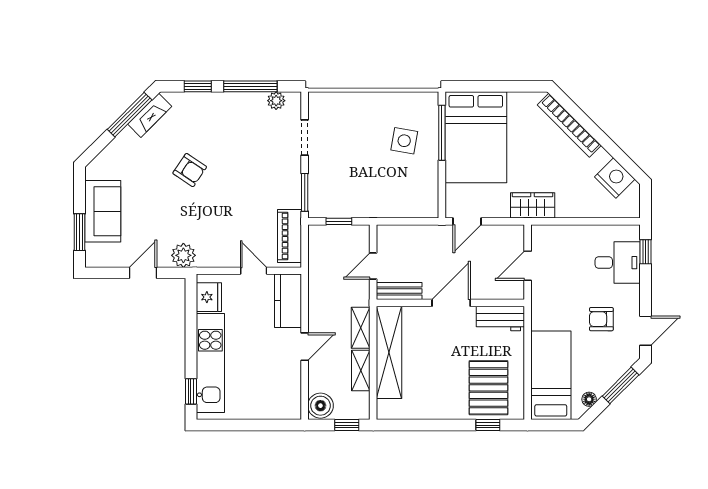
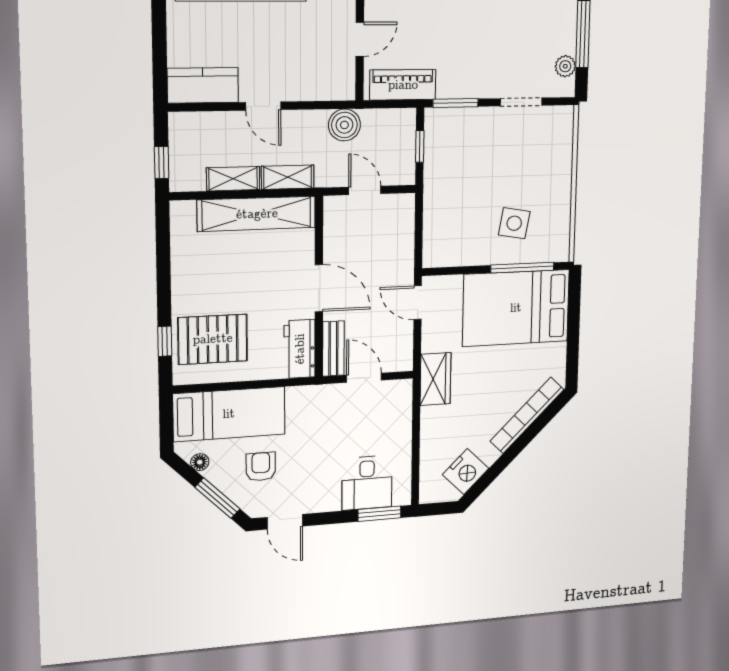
window: (645, 252) -> (379, 514), width x1.50
bench: (399, 291) -> (333, 349), moved
kitchen counter: (288, 301) -> (203, 85), moved
armchair: (601, 319) -> (261, 467), moved
boiler: (320, 406) -> (344, 125), moved

